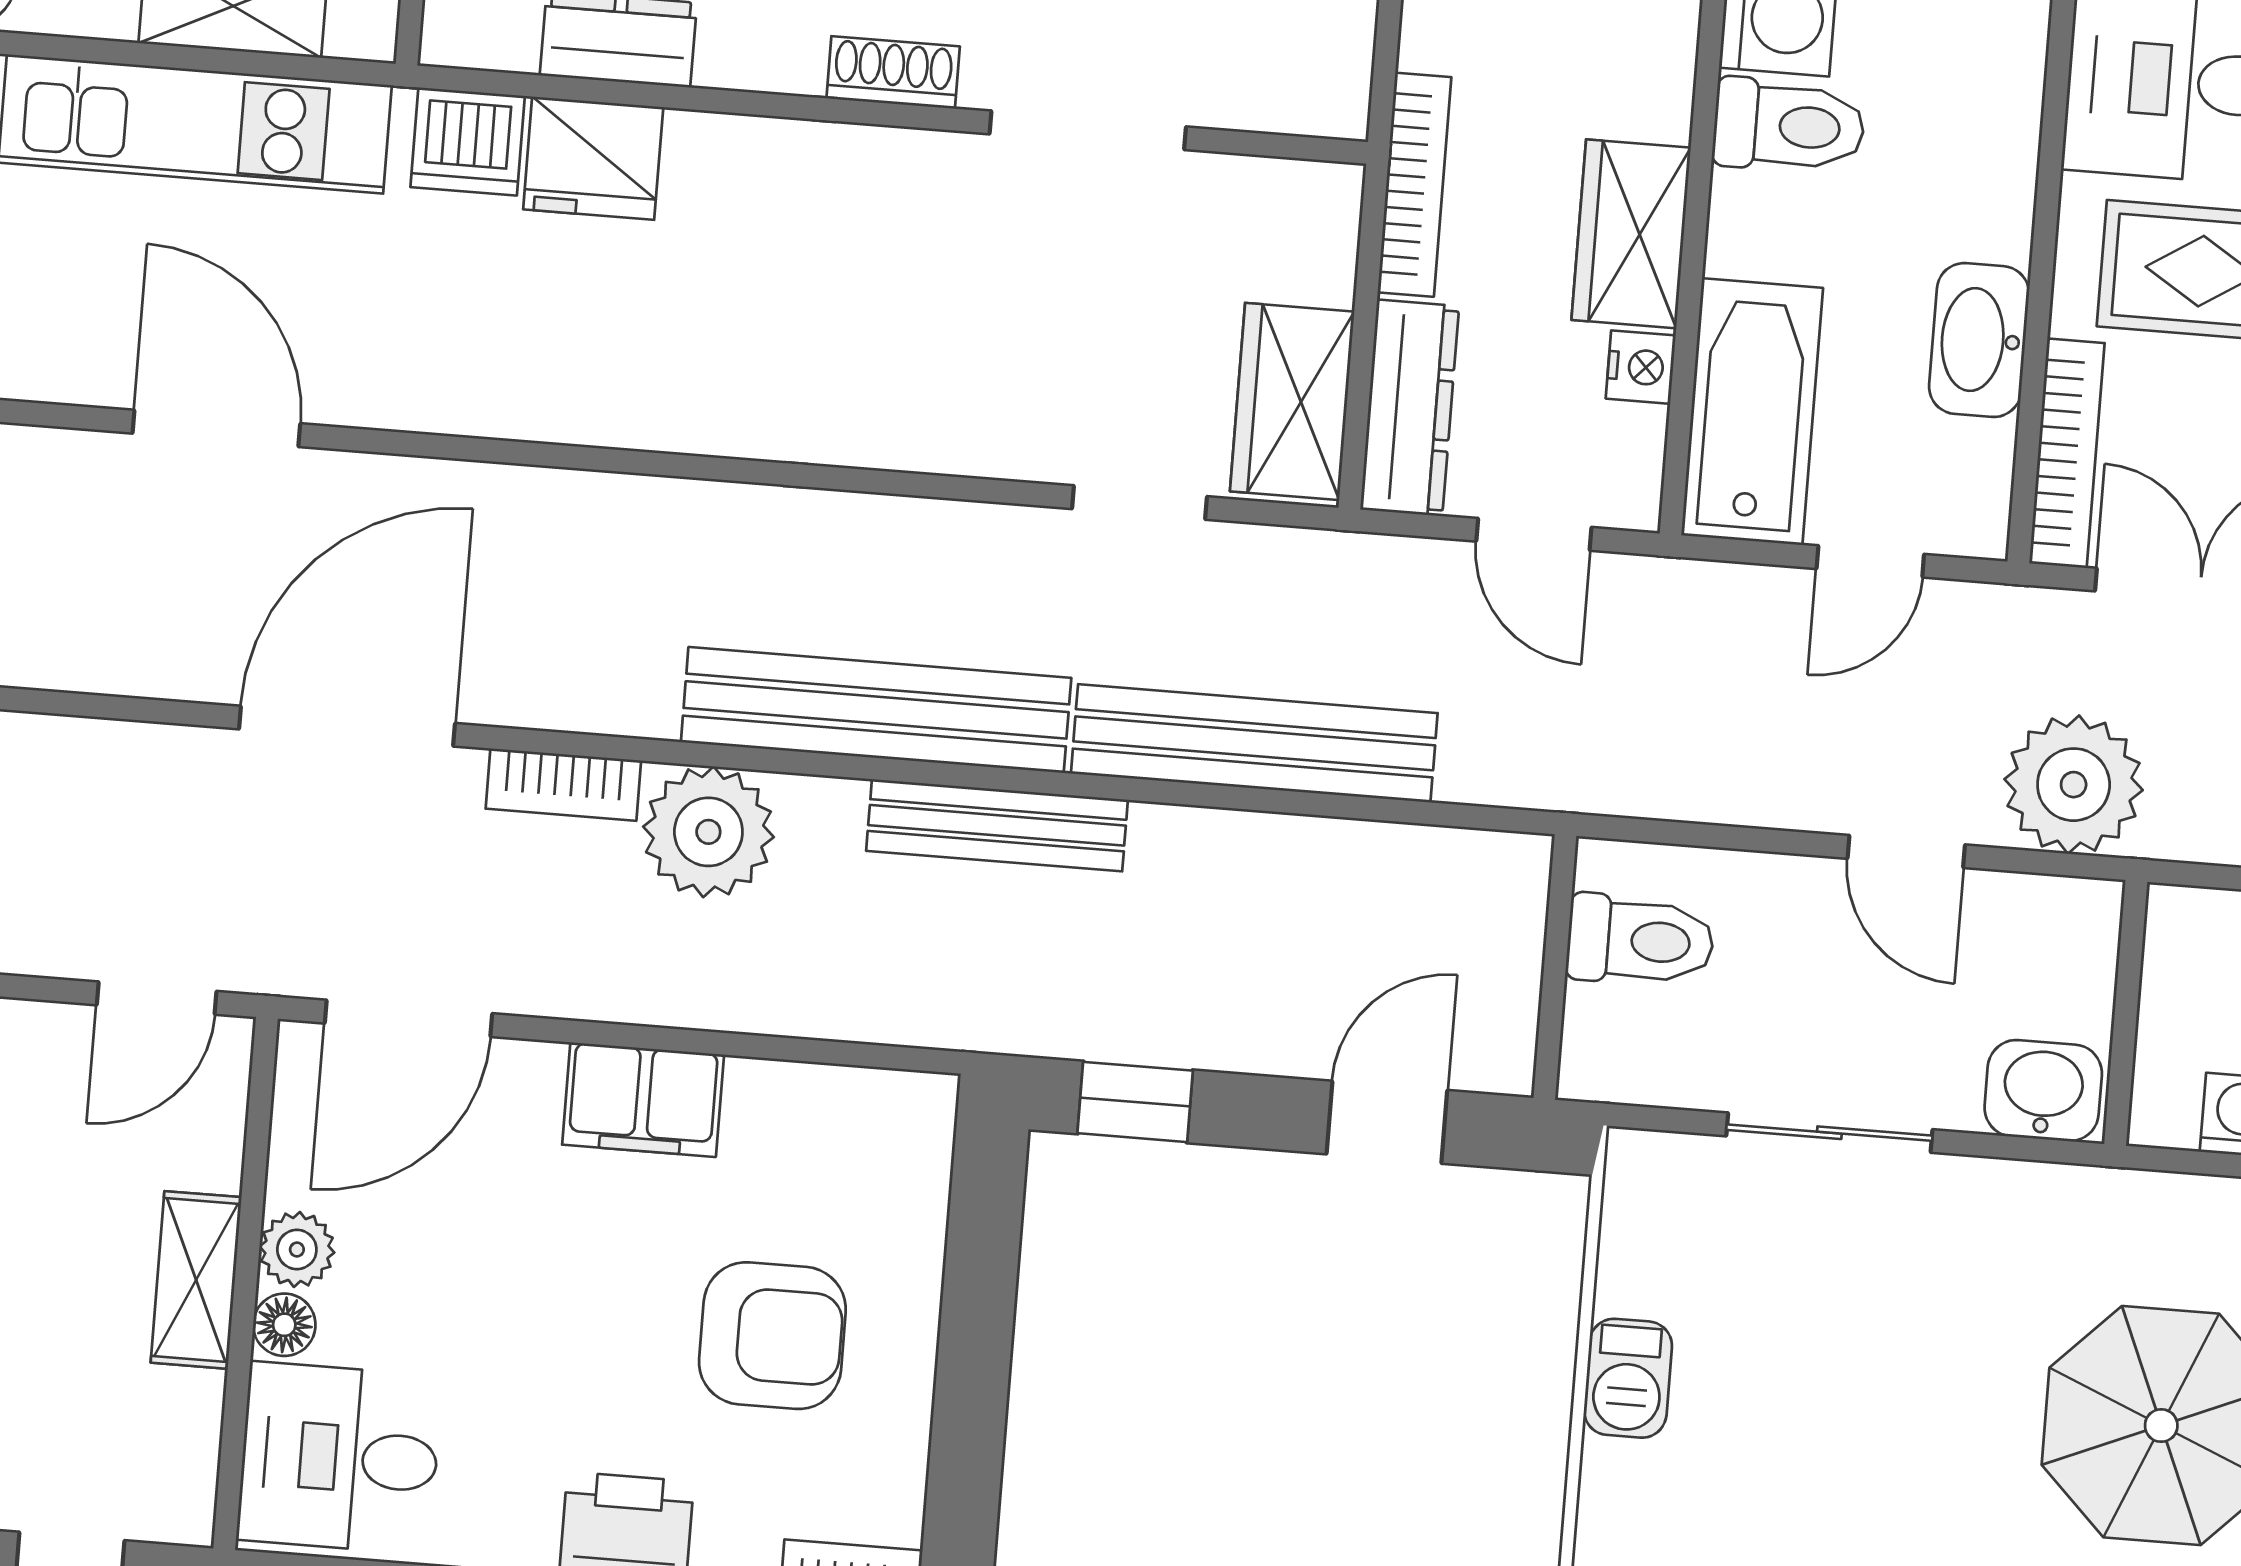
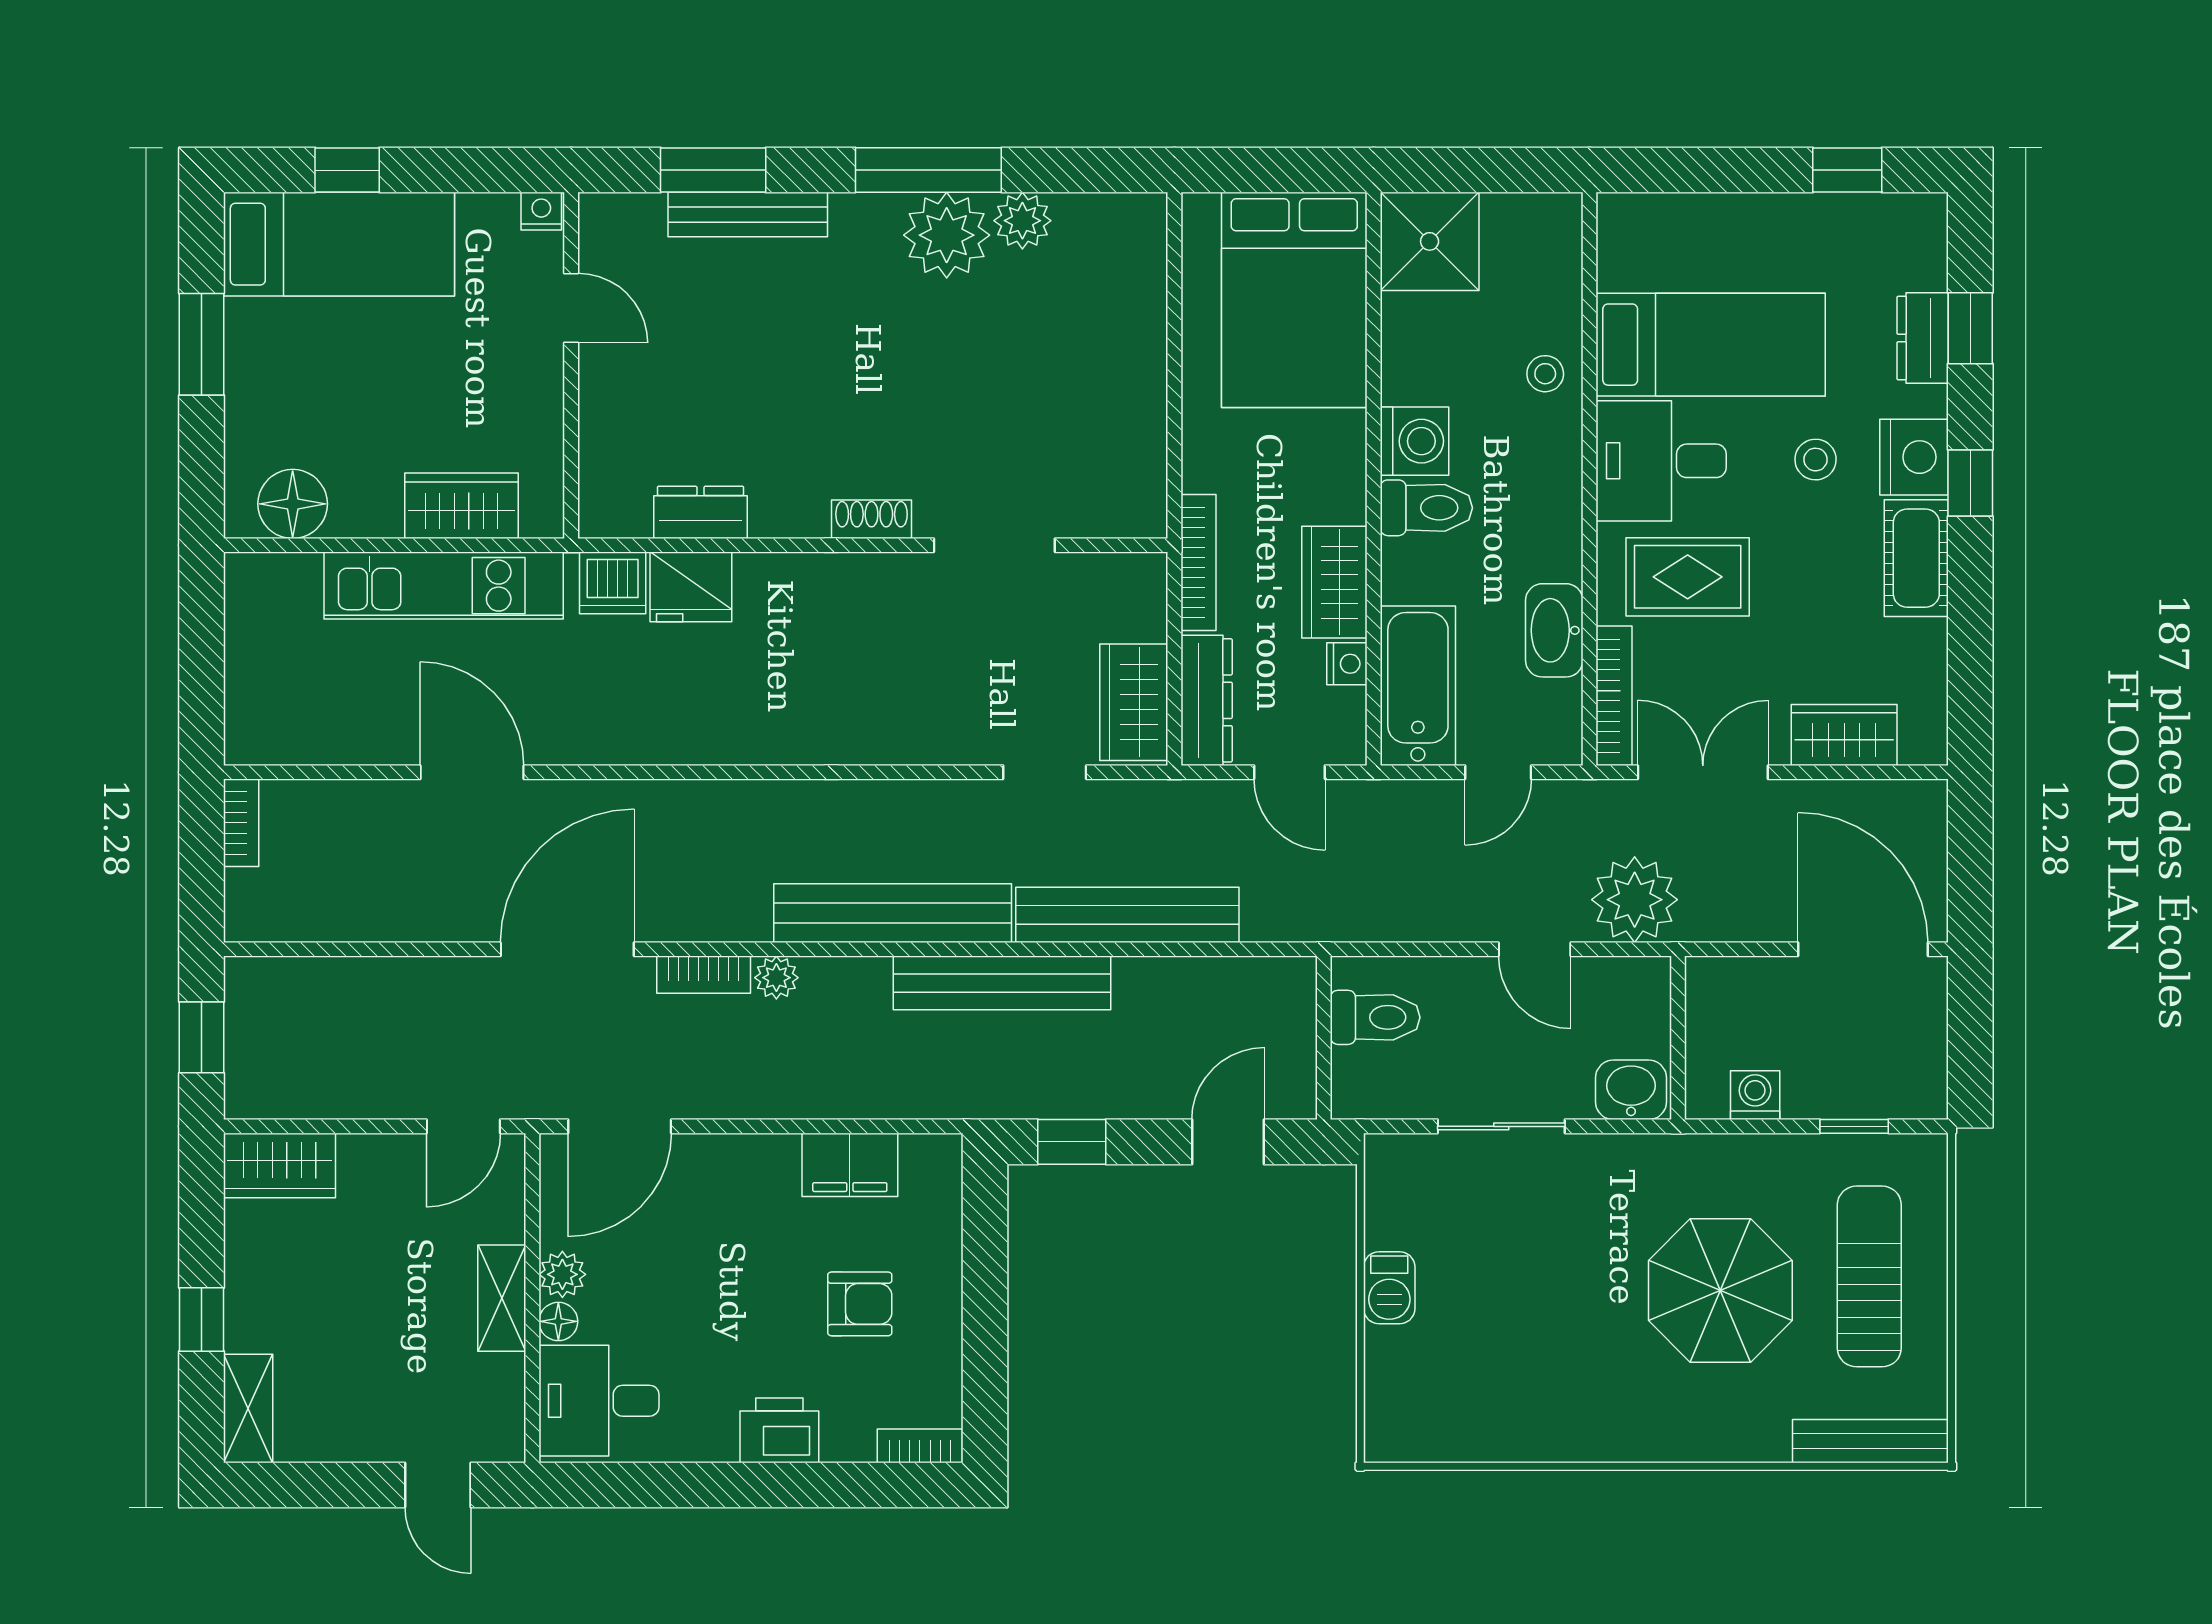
bench: (997, 825) -> (1002, 983), width x1.37, depth x1.21
plant: (708, 832) -> (776, 978), width x0.53, depth x0.53
filing cabinet: (643, 1100) -> (850, 1165), moved
armchair: (772, 1336) -> (860, 1304), width x0.72, depth x0.72

